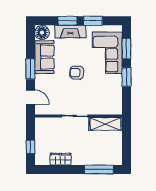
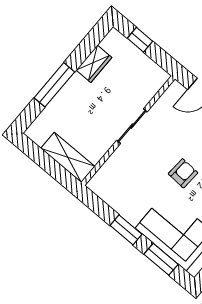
shelving: (106, 124) -> (68, 157), moved, turned 90
window: (99, 169) -> (54, 85), moved

